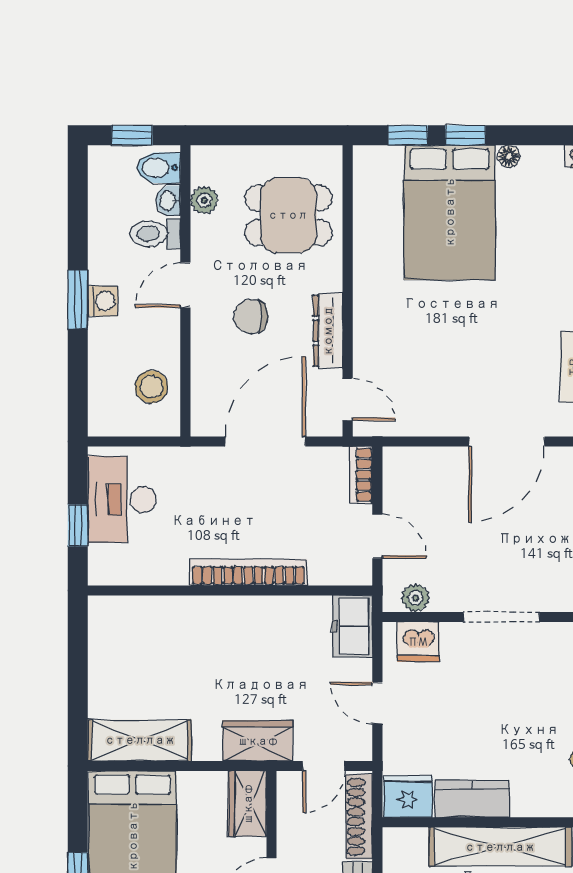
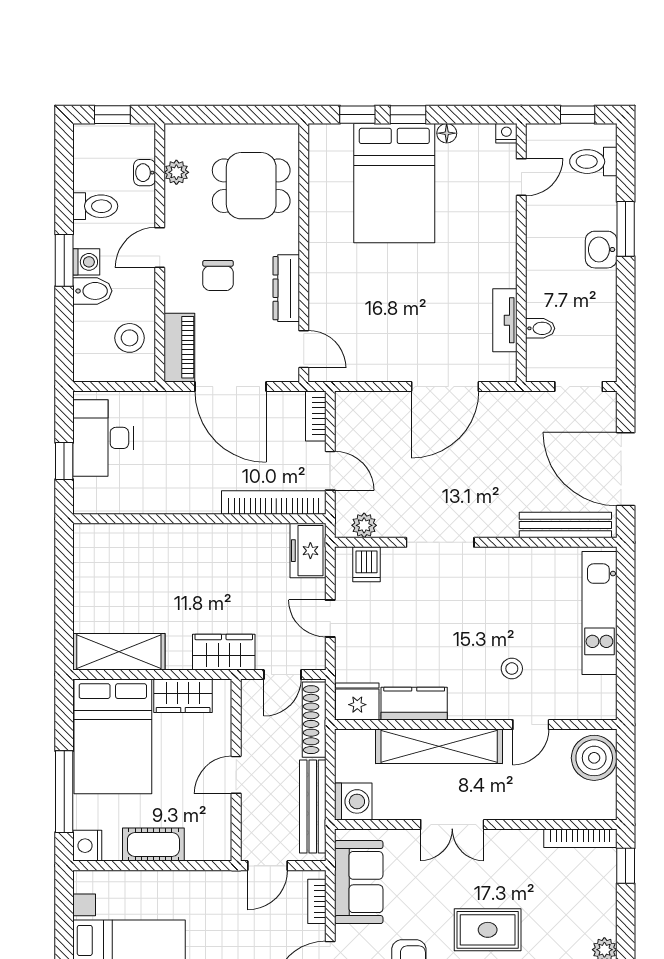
bidet: (159, 168) -> (92, 291), moved, turned 180
toilet: (155, 233) -> (95, 206), moved, turned 180
chair: (251, 316) -> (218, 275), turned -90
piano: (208, 397) -> (179, 347), added
door: (265, 442) -> (230, 387), swing flipped
bookcase: (248, 572) -> (274, 503), moved
dishwasher: (418, 642) -> (366, 564), width x0.73
wardrobe: (248, 804) -> (183, 696), moved, turned -90

